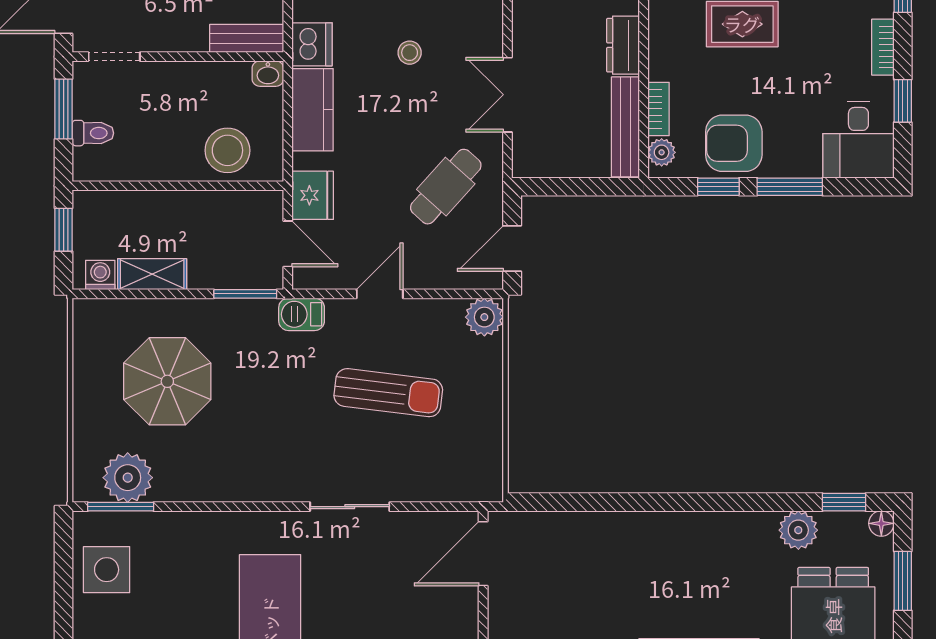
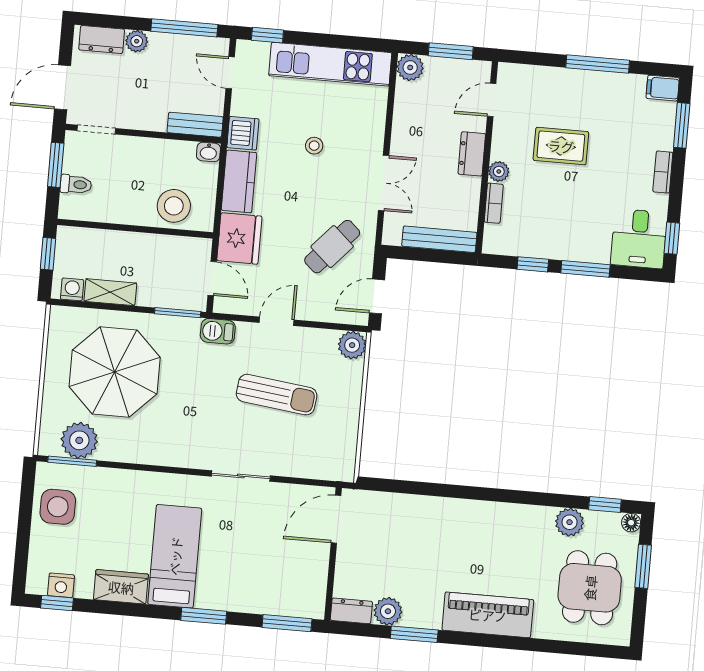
double door: (508, 95) -> (384, 183), swing flipped
window: (903, 101) -> (672, 238), moved
bench: (625, 127) -> (439, 239), moved, turned 90
armchair: (734, 143) -> (547, 233), removed
plant: (662, 152) -> (499, 171), moved
fridge: (313, 195) -> (239, 238), width x1.36, depth x1.34
parasol: (167, 381) -> (115, 372), width x1.36, depth x1.36

